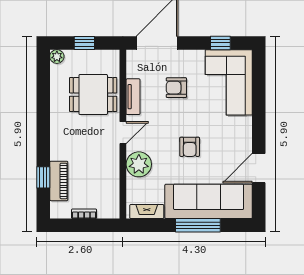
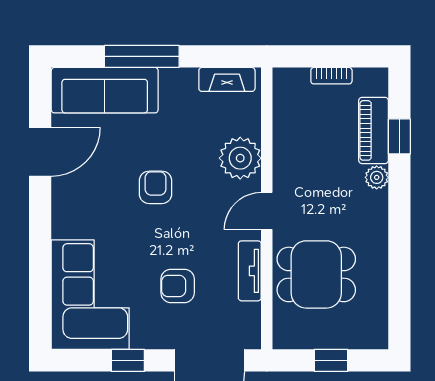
window: (220, 43) -> (128, 360), moved
plant: (57, 57) -> (377, 177), moved
armchair: (176, 88) -> (178, 286), turned 180
sofa: (209, 201) -> (105, 90), width x0.74, depth x0.79

